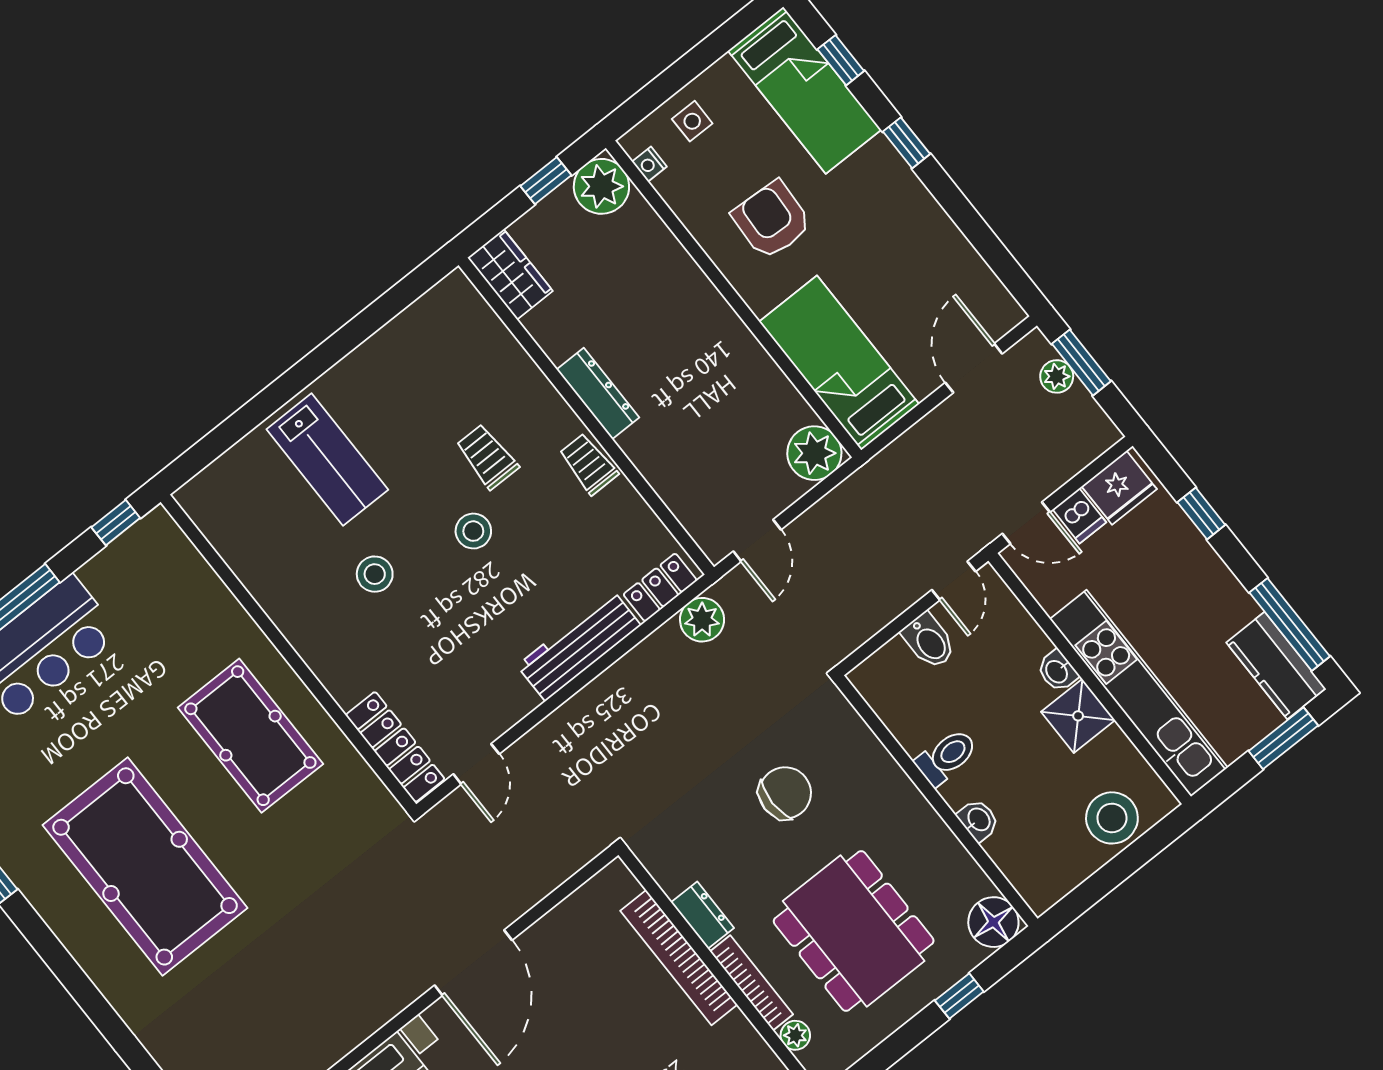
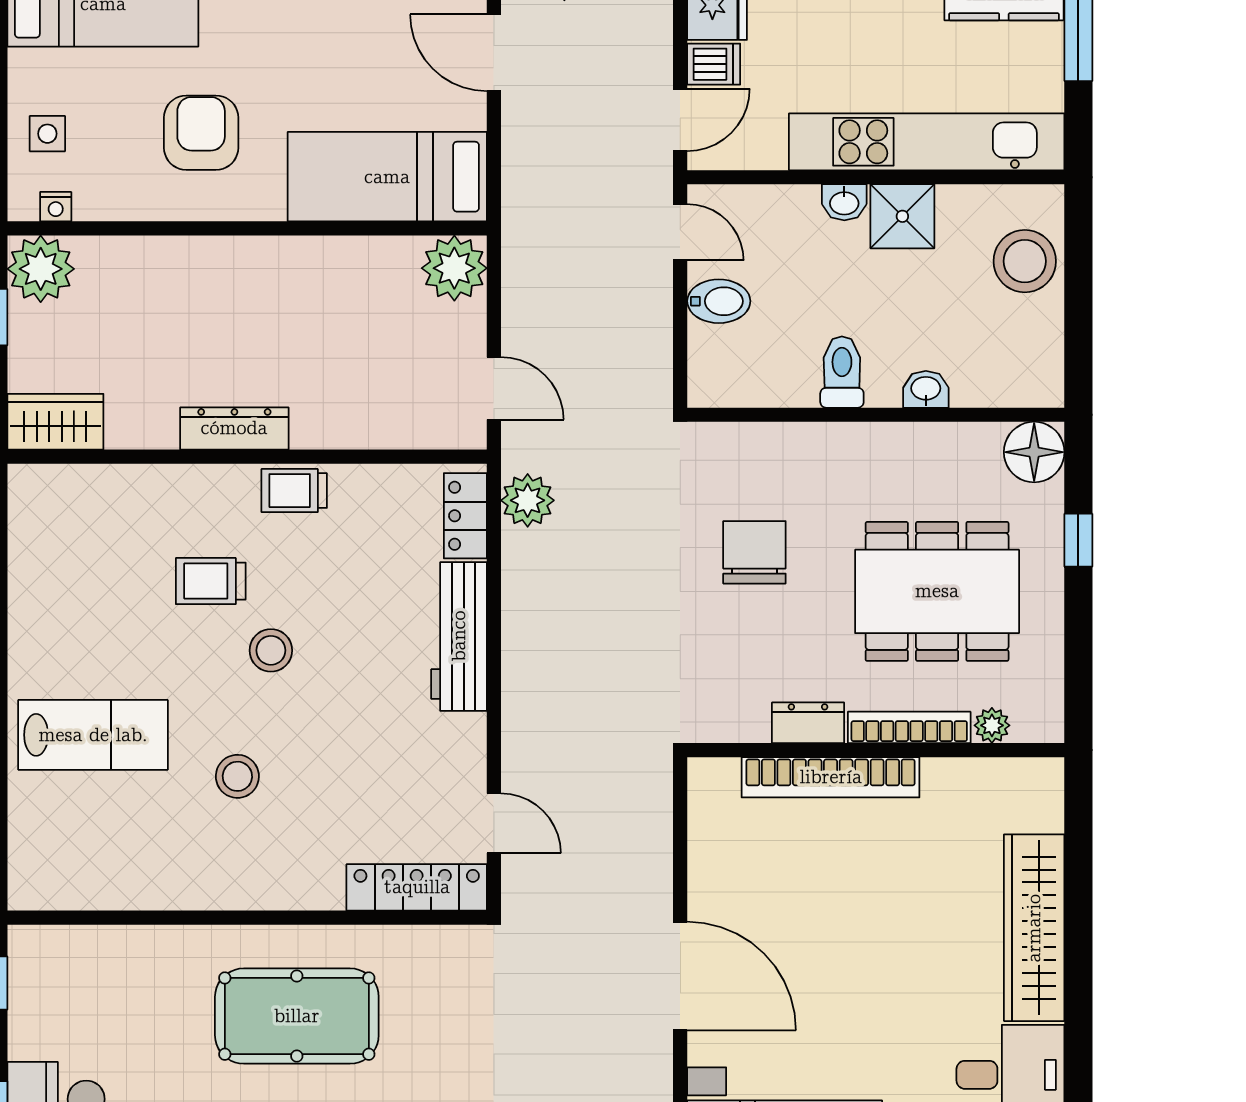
armchair: (772, 220) -> (201, 133), turned 87

